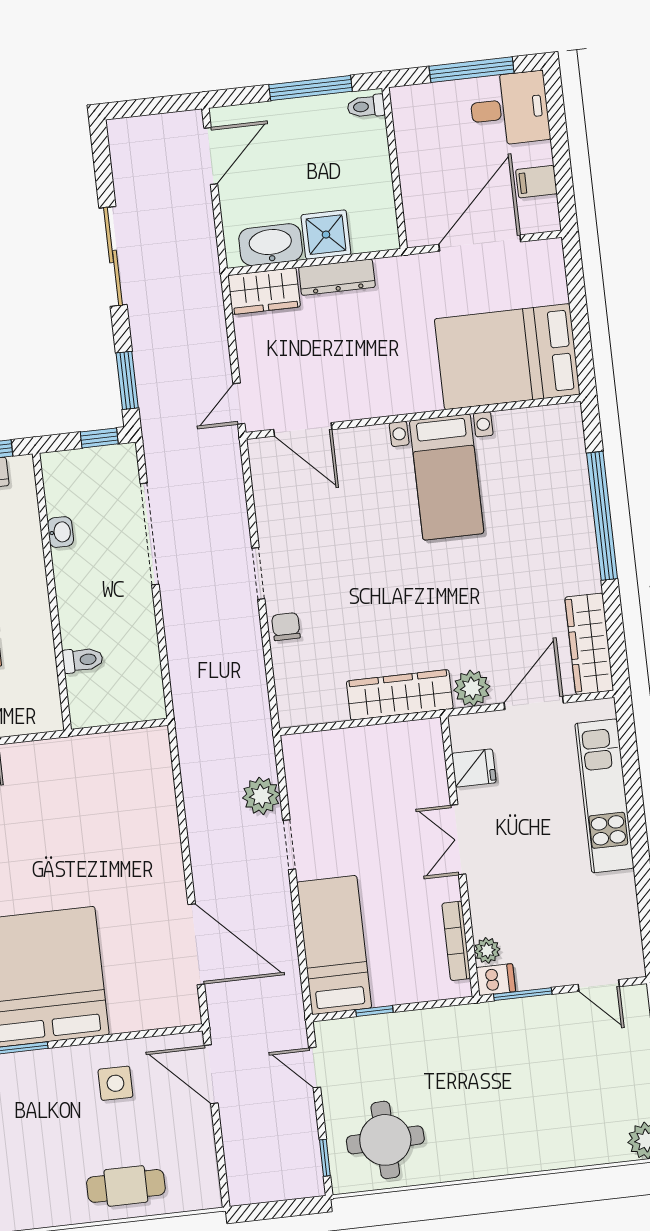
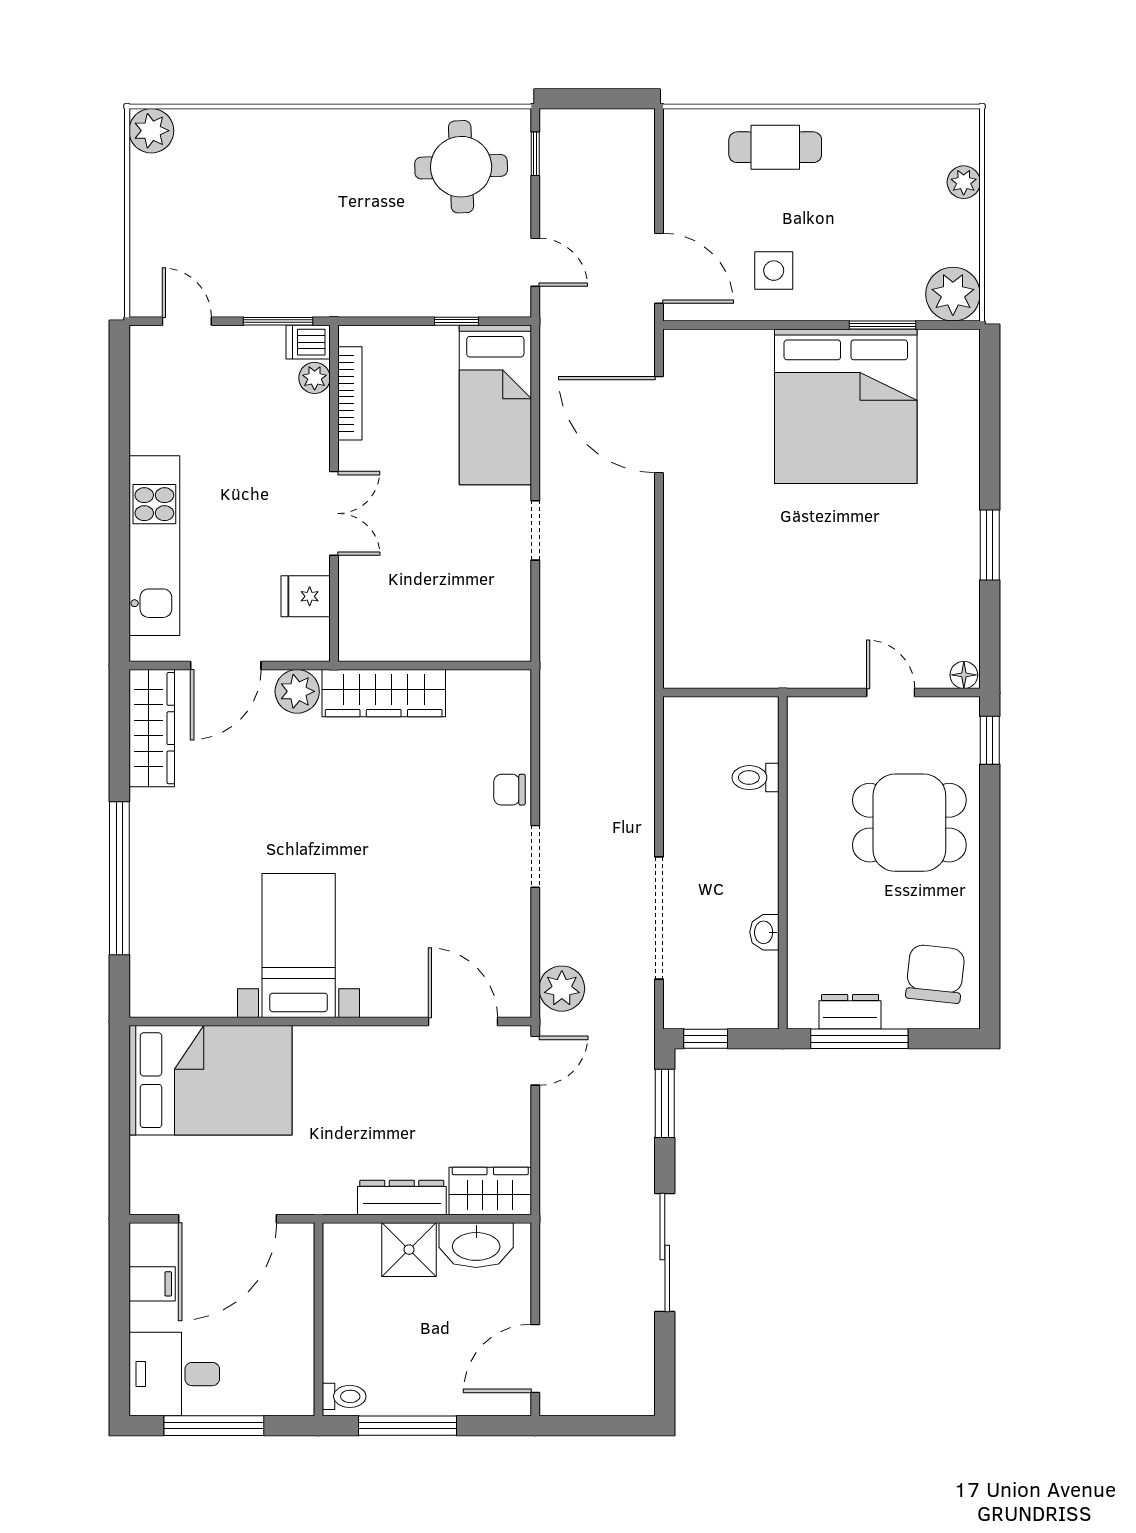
chair: (286, 627) -> (510, 790), turned 90
plant: (261, 796) -> (562, 989), moved

